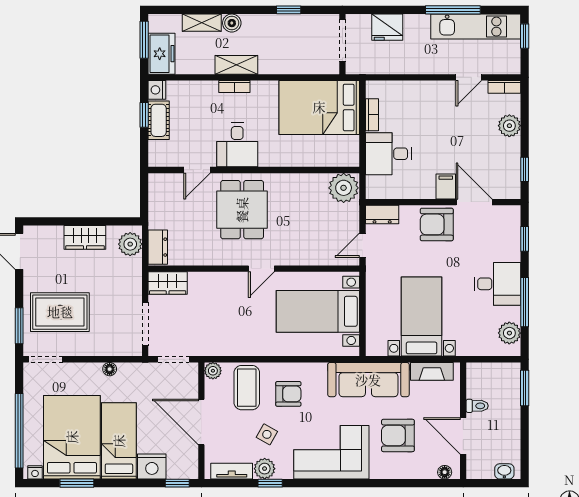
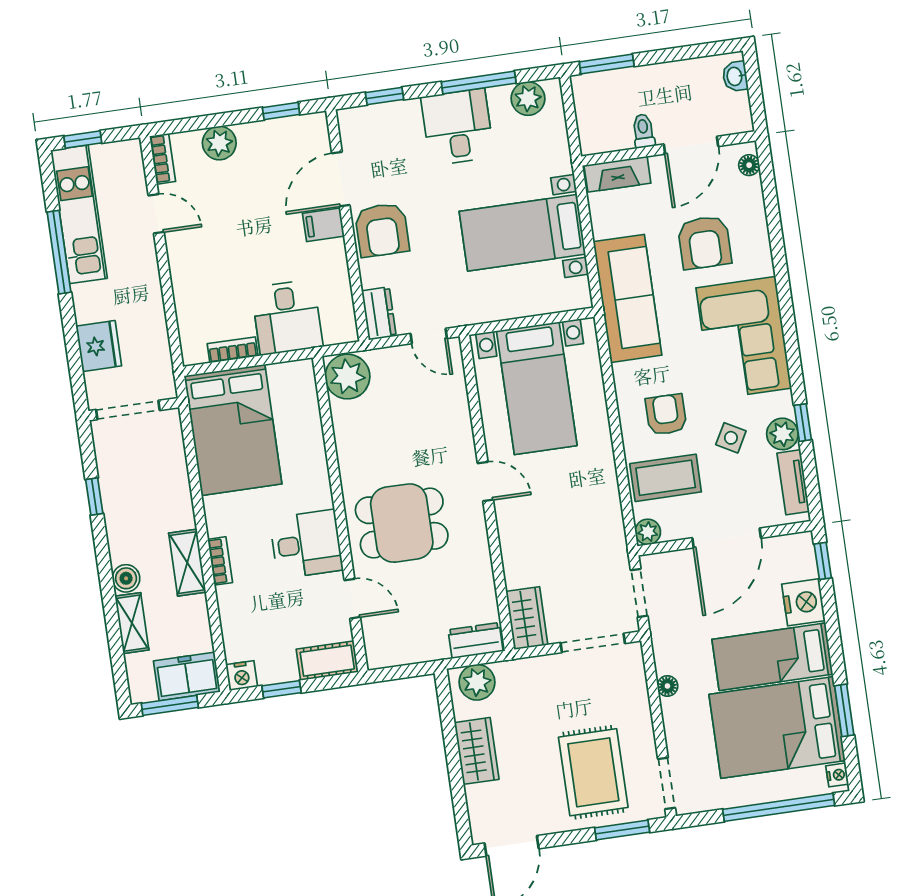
cot: (159, 120) -> (327, 661), moved
fireplace: (432, 371) -> (617, 174), moved, turned 90

